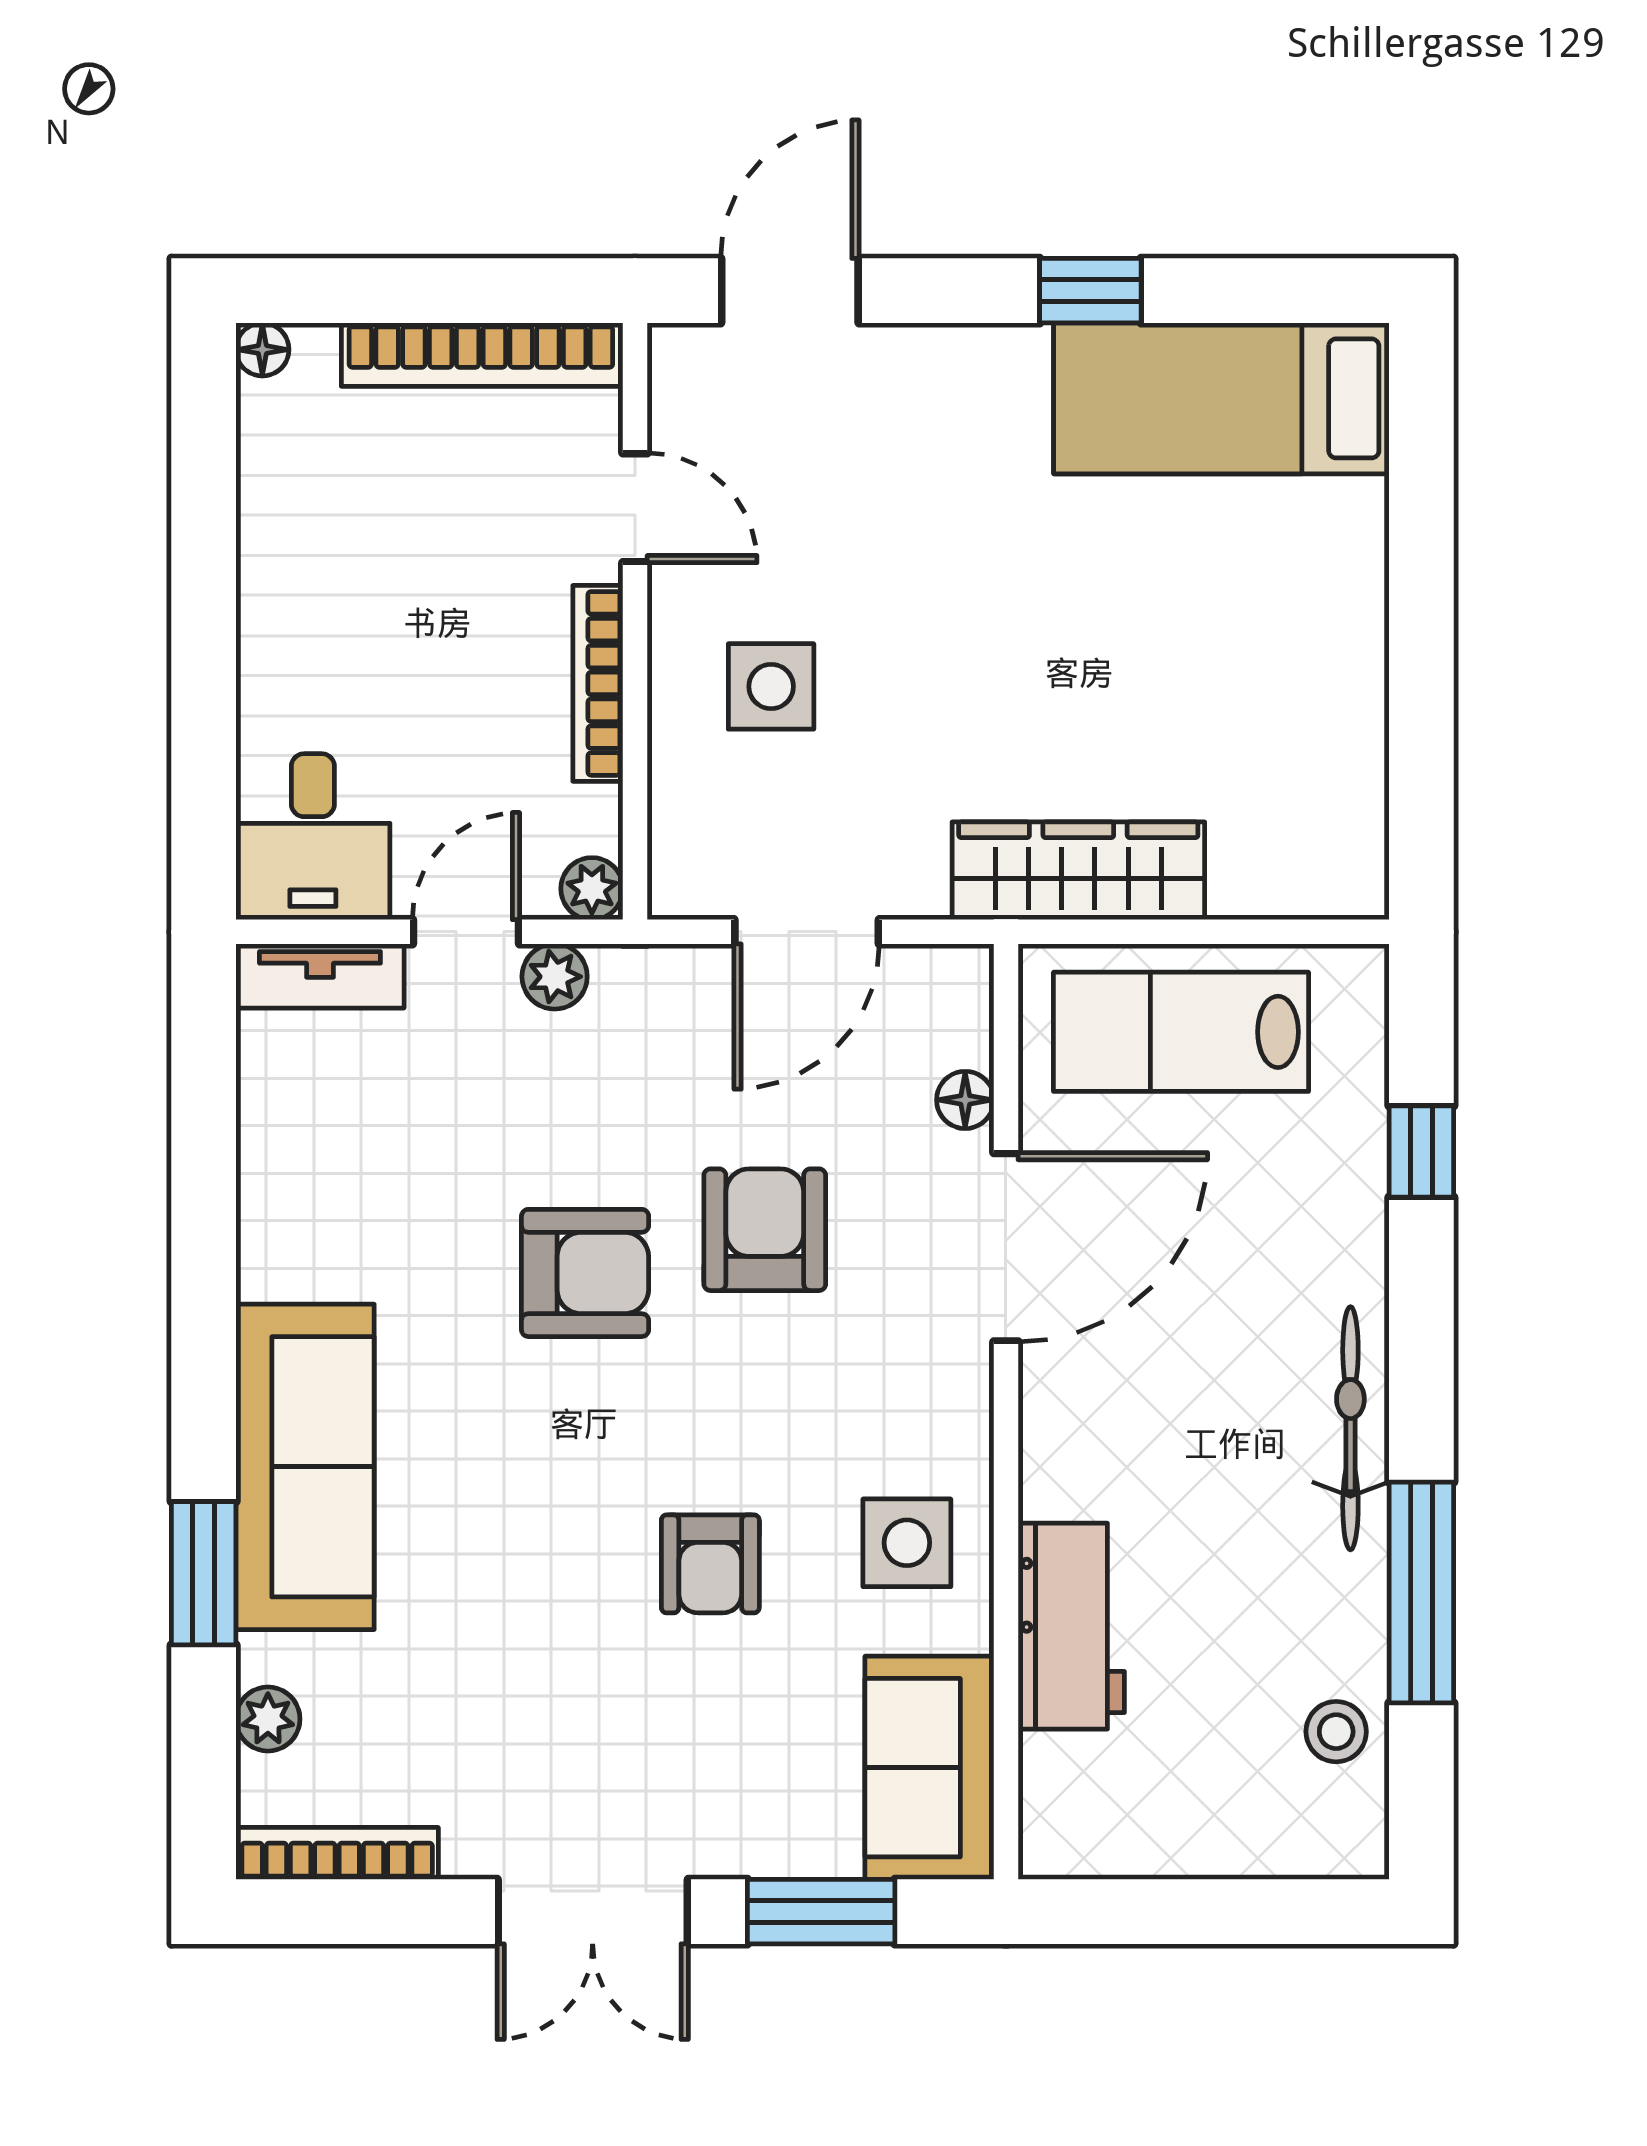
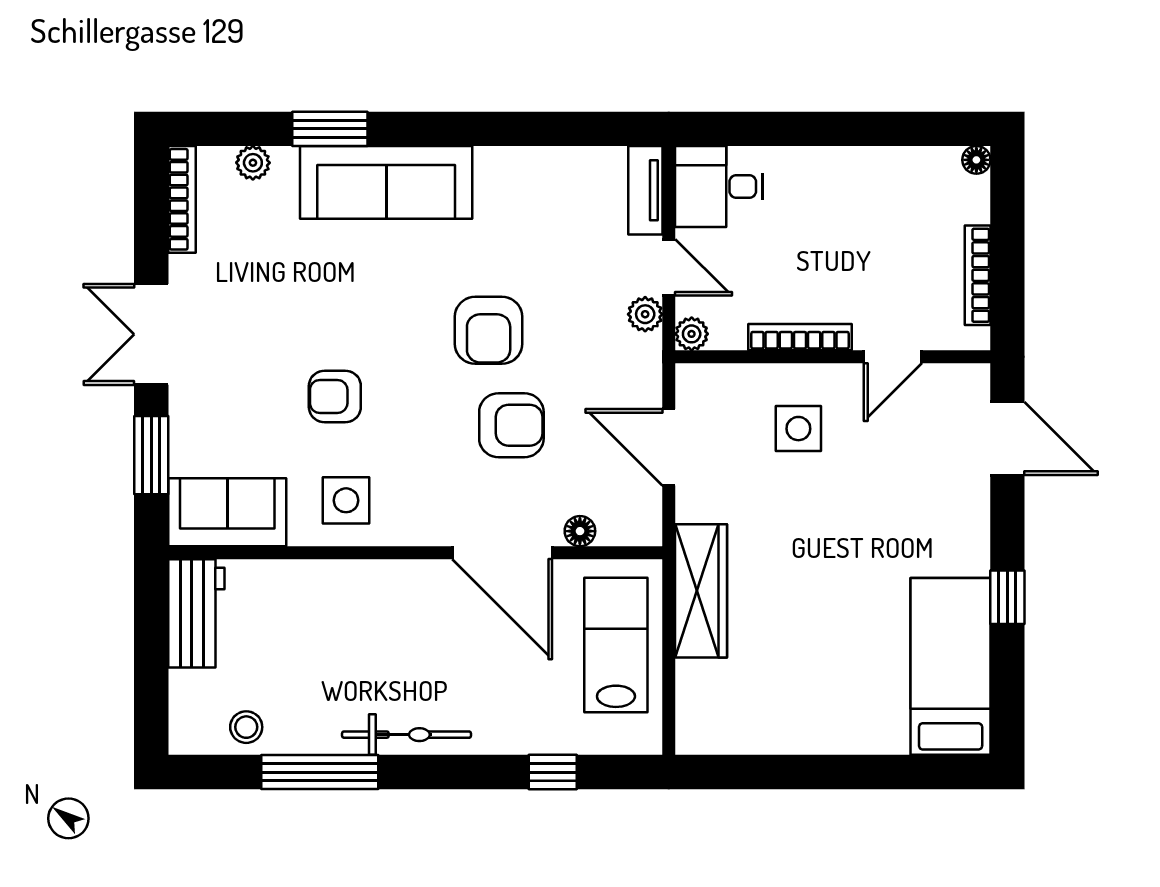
bookcase: (481, 355) -> (978, 275), width x0.68, depth x0.76
workbench: (1071, 1626) -> (196, 613), moved, turned -90

